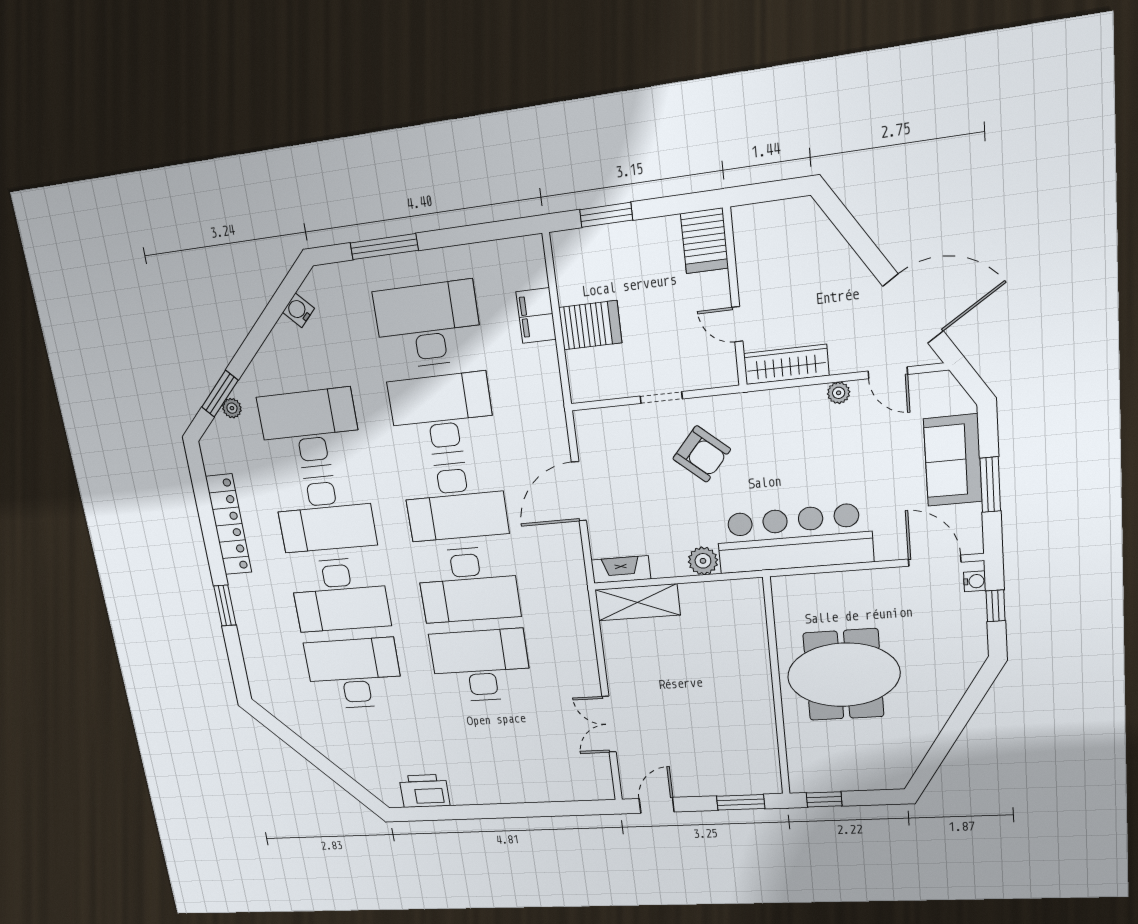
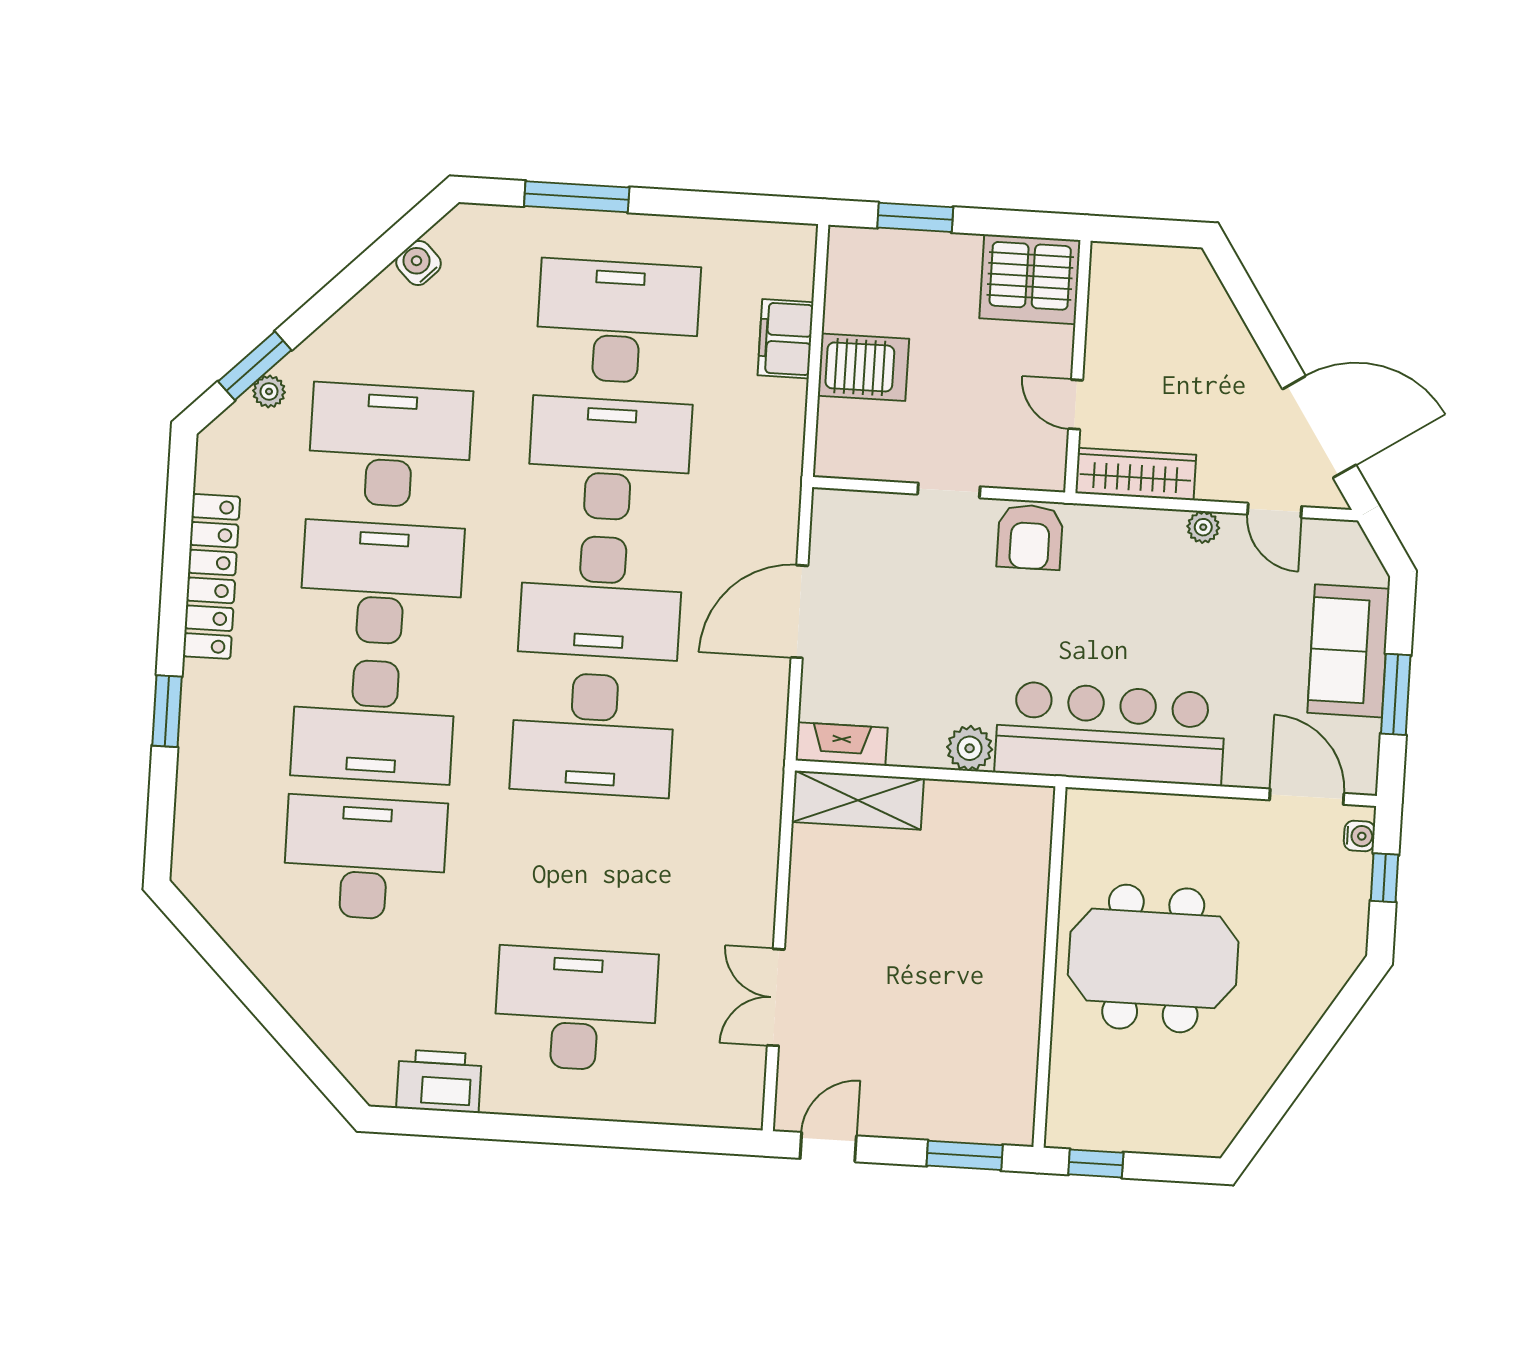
server rack: (705, 241) -> (1030, 279), width x1.60
armchair: (702, 454) -> (1030, 537), moved, turned 49
desk: (325, 513) -> (382, 583), turned 180
desk: (481, 666) -> (576, 1009), moved

